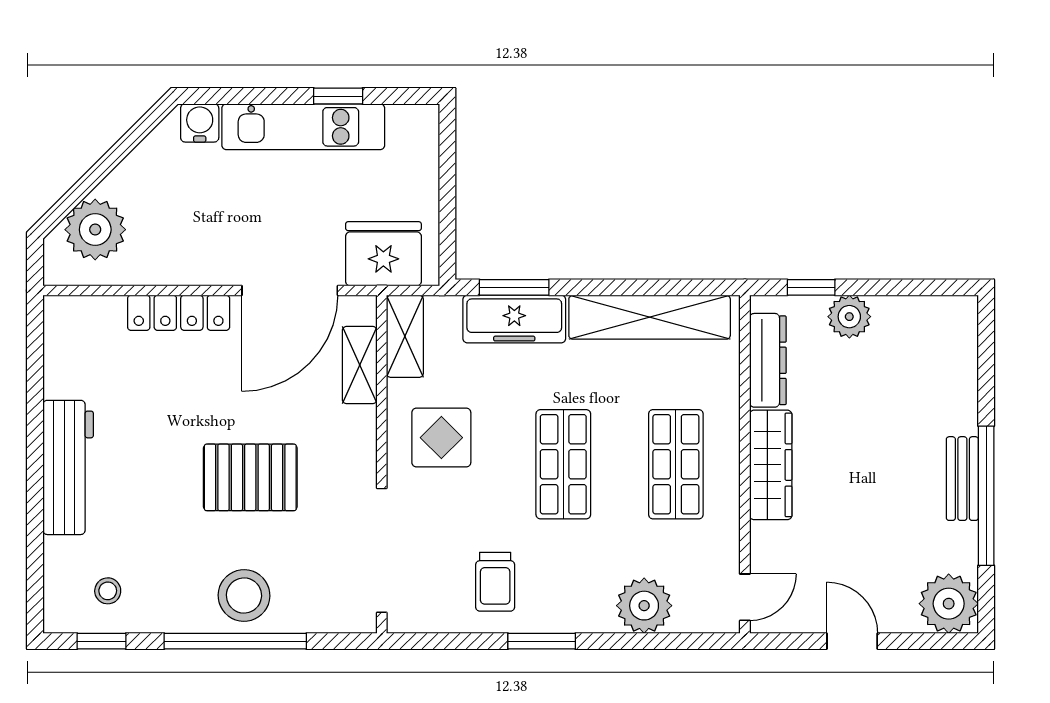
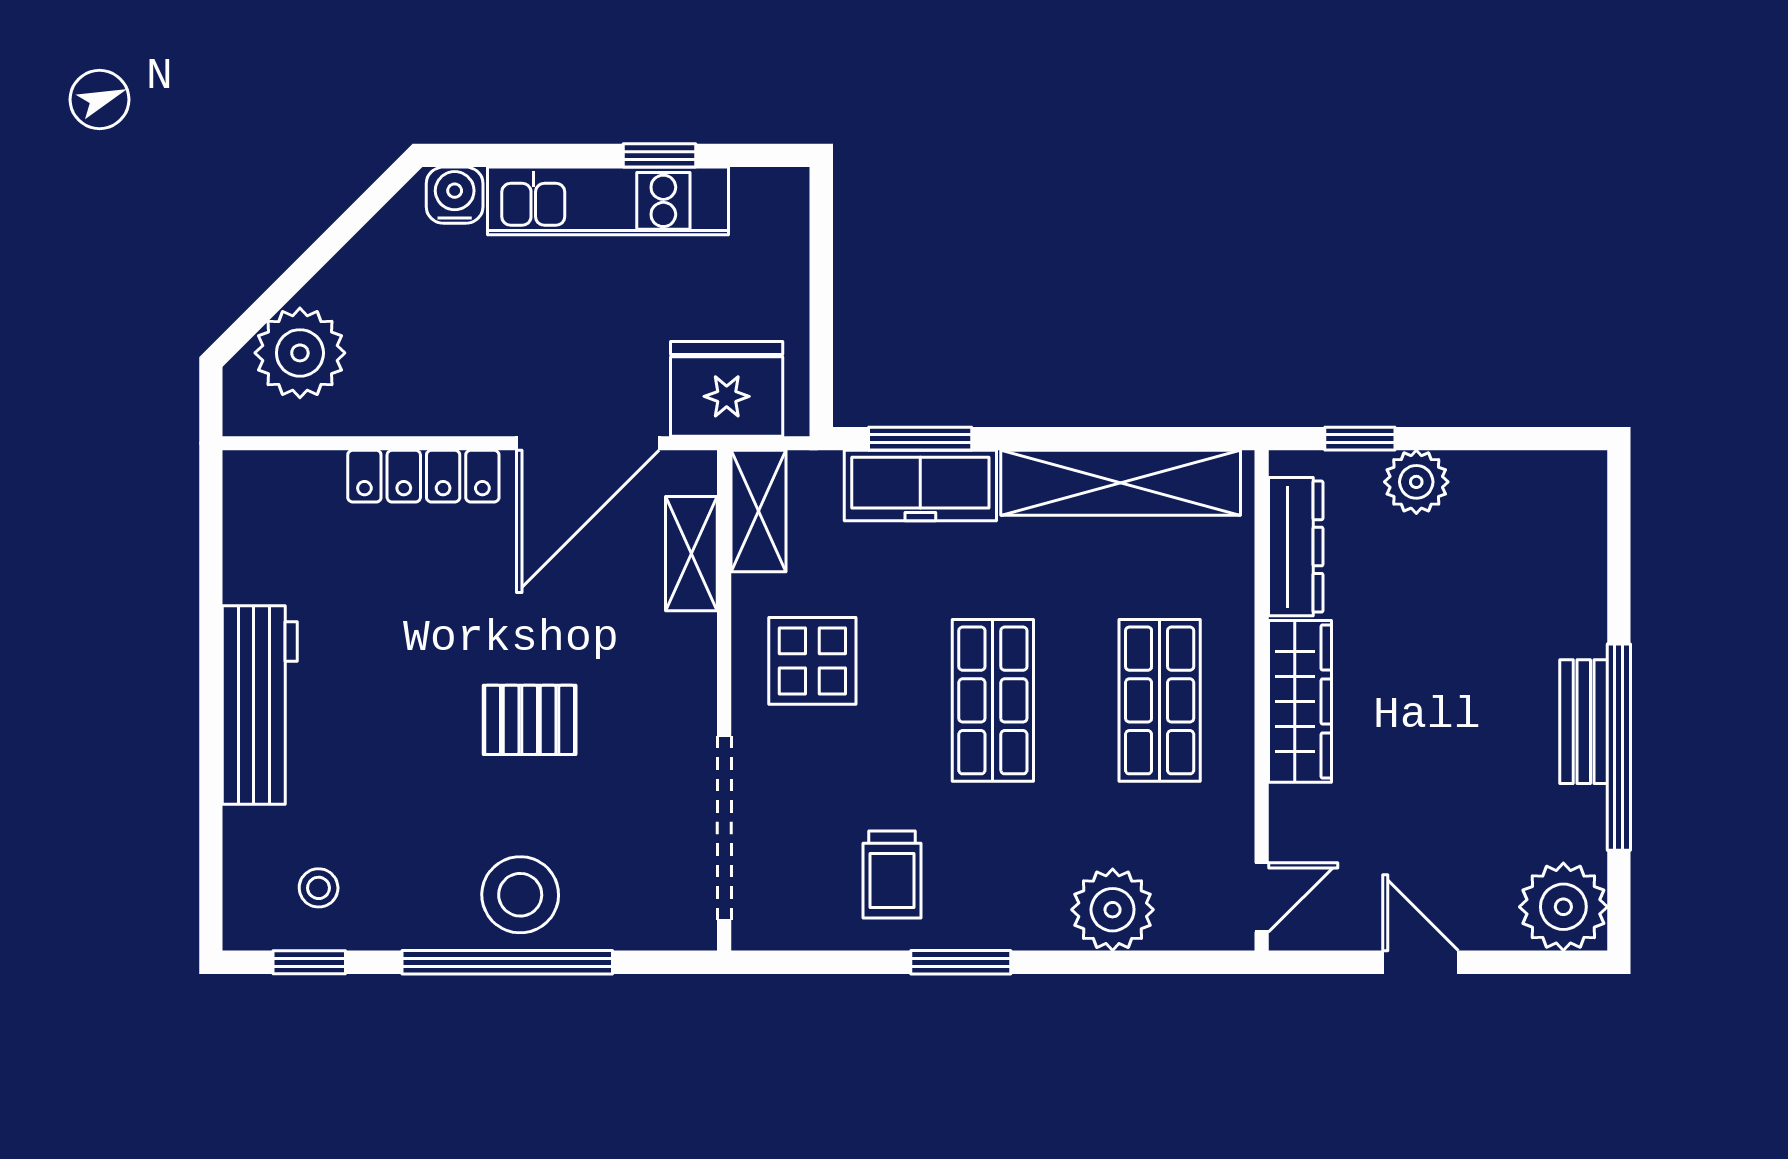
pallet: (250, 477) -> (530, 720), width x0.67, depth x0.71

